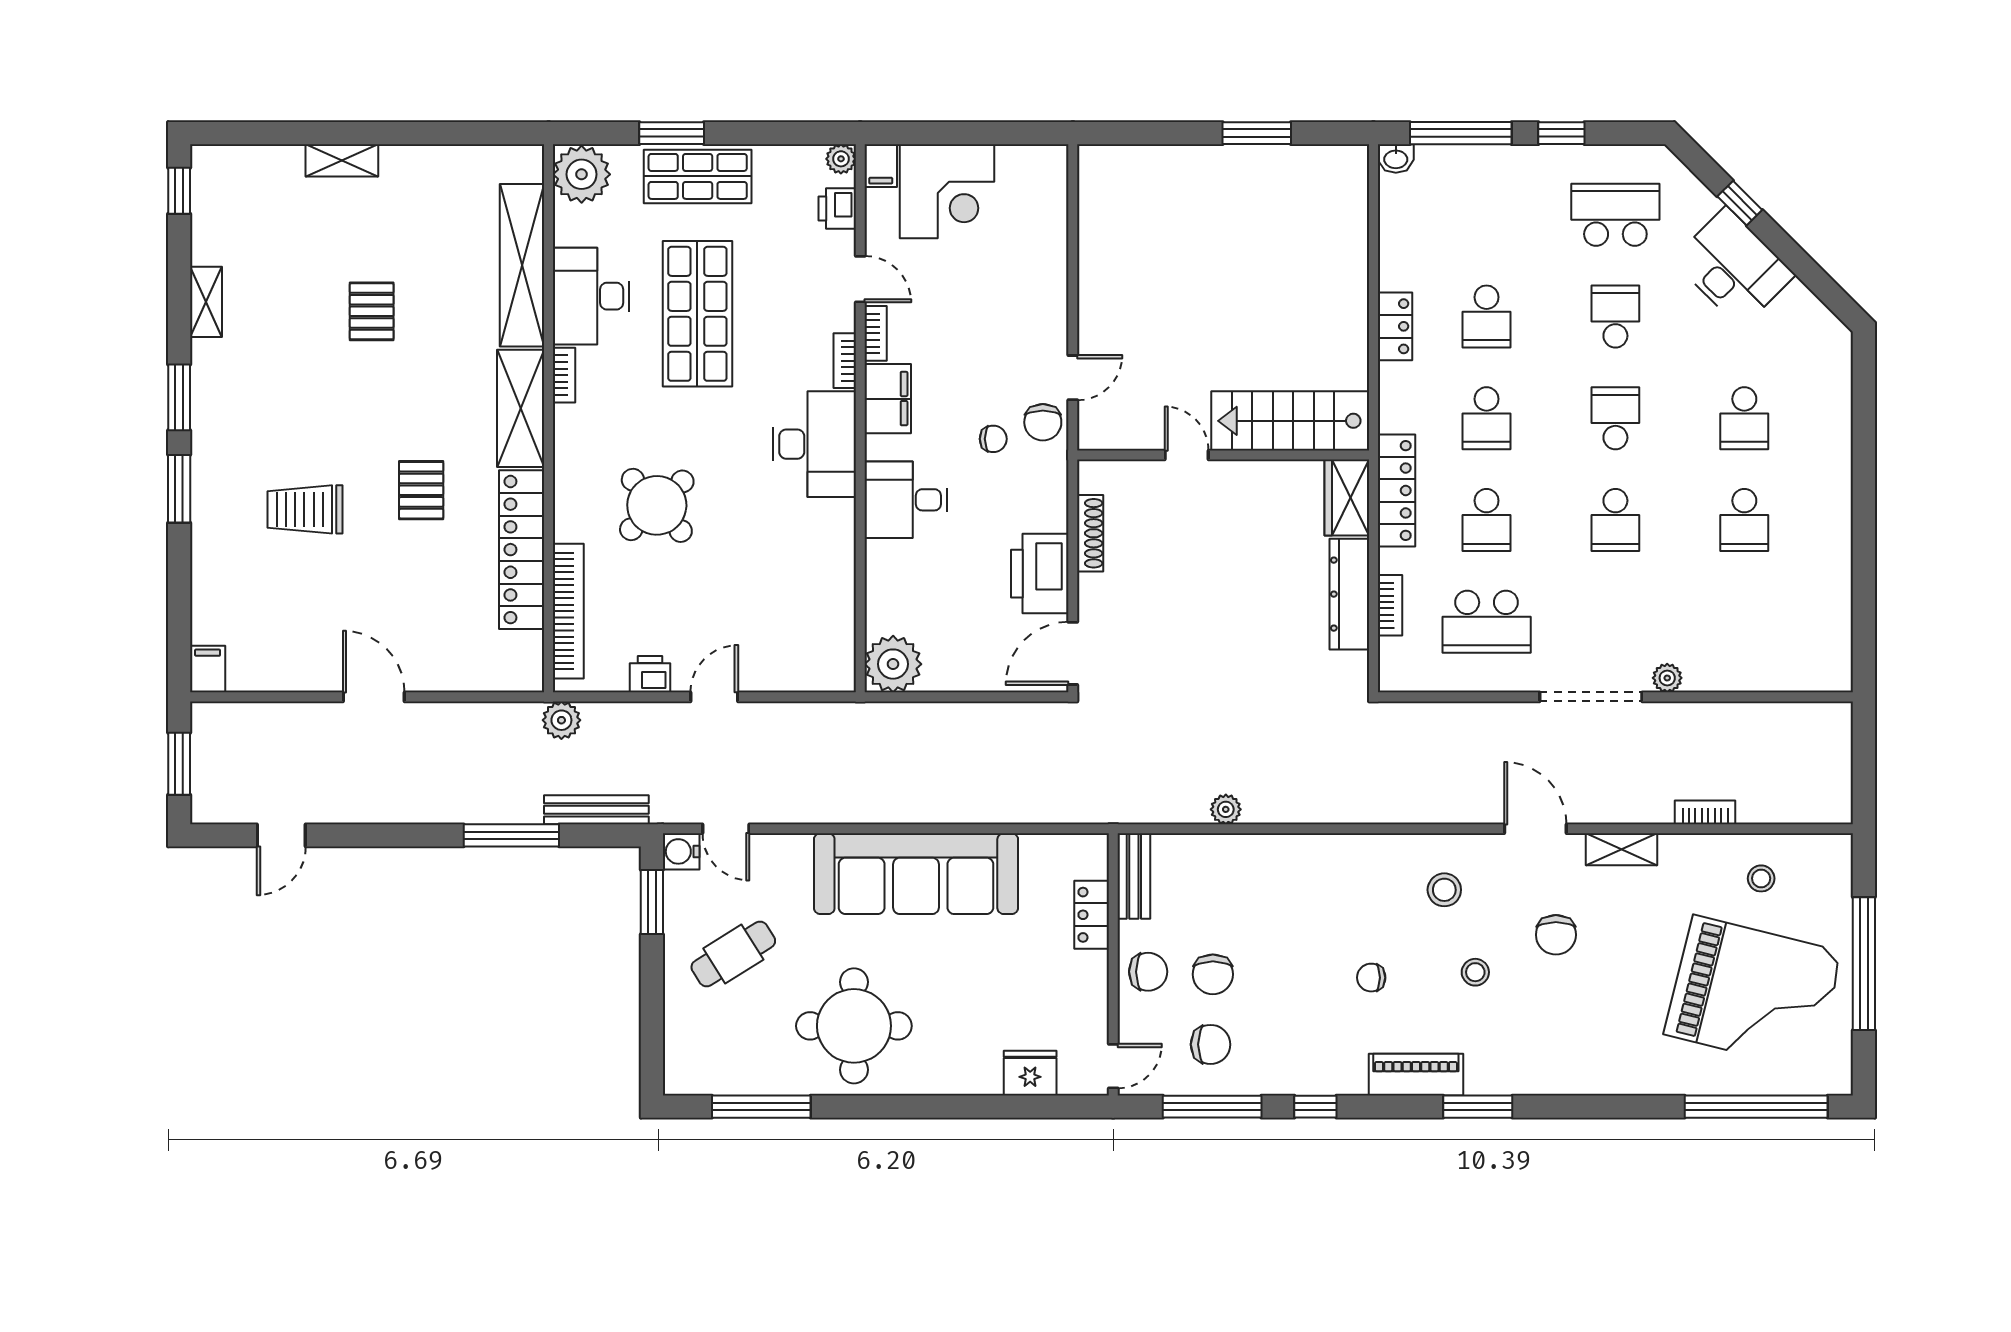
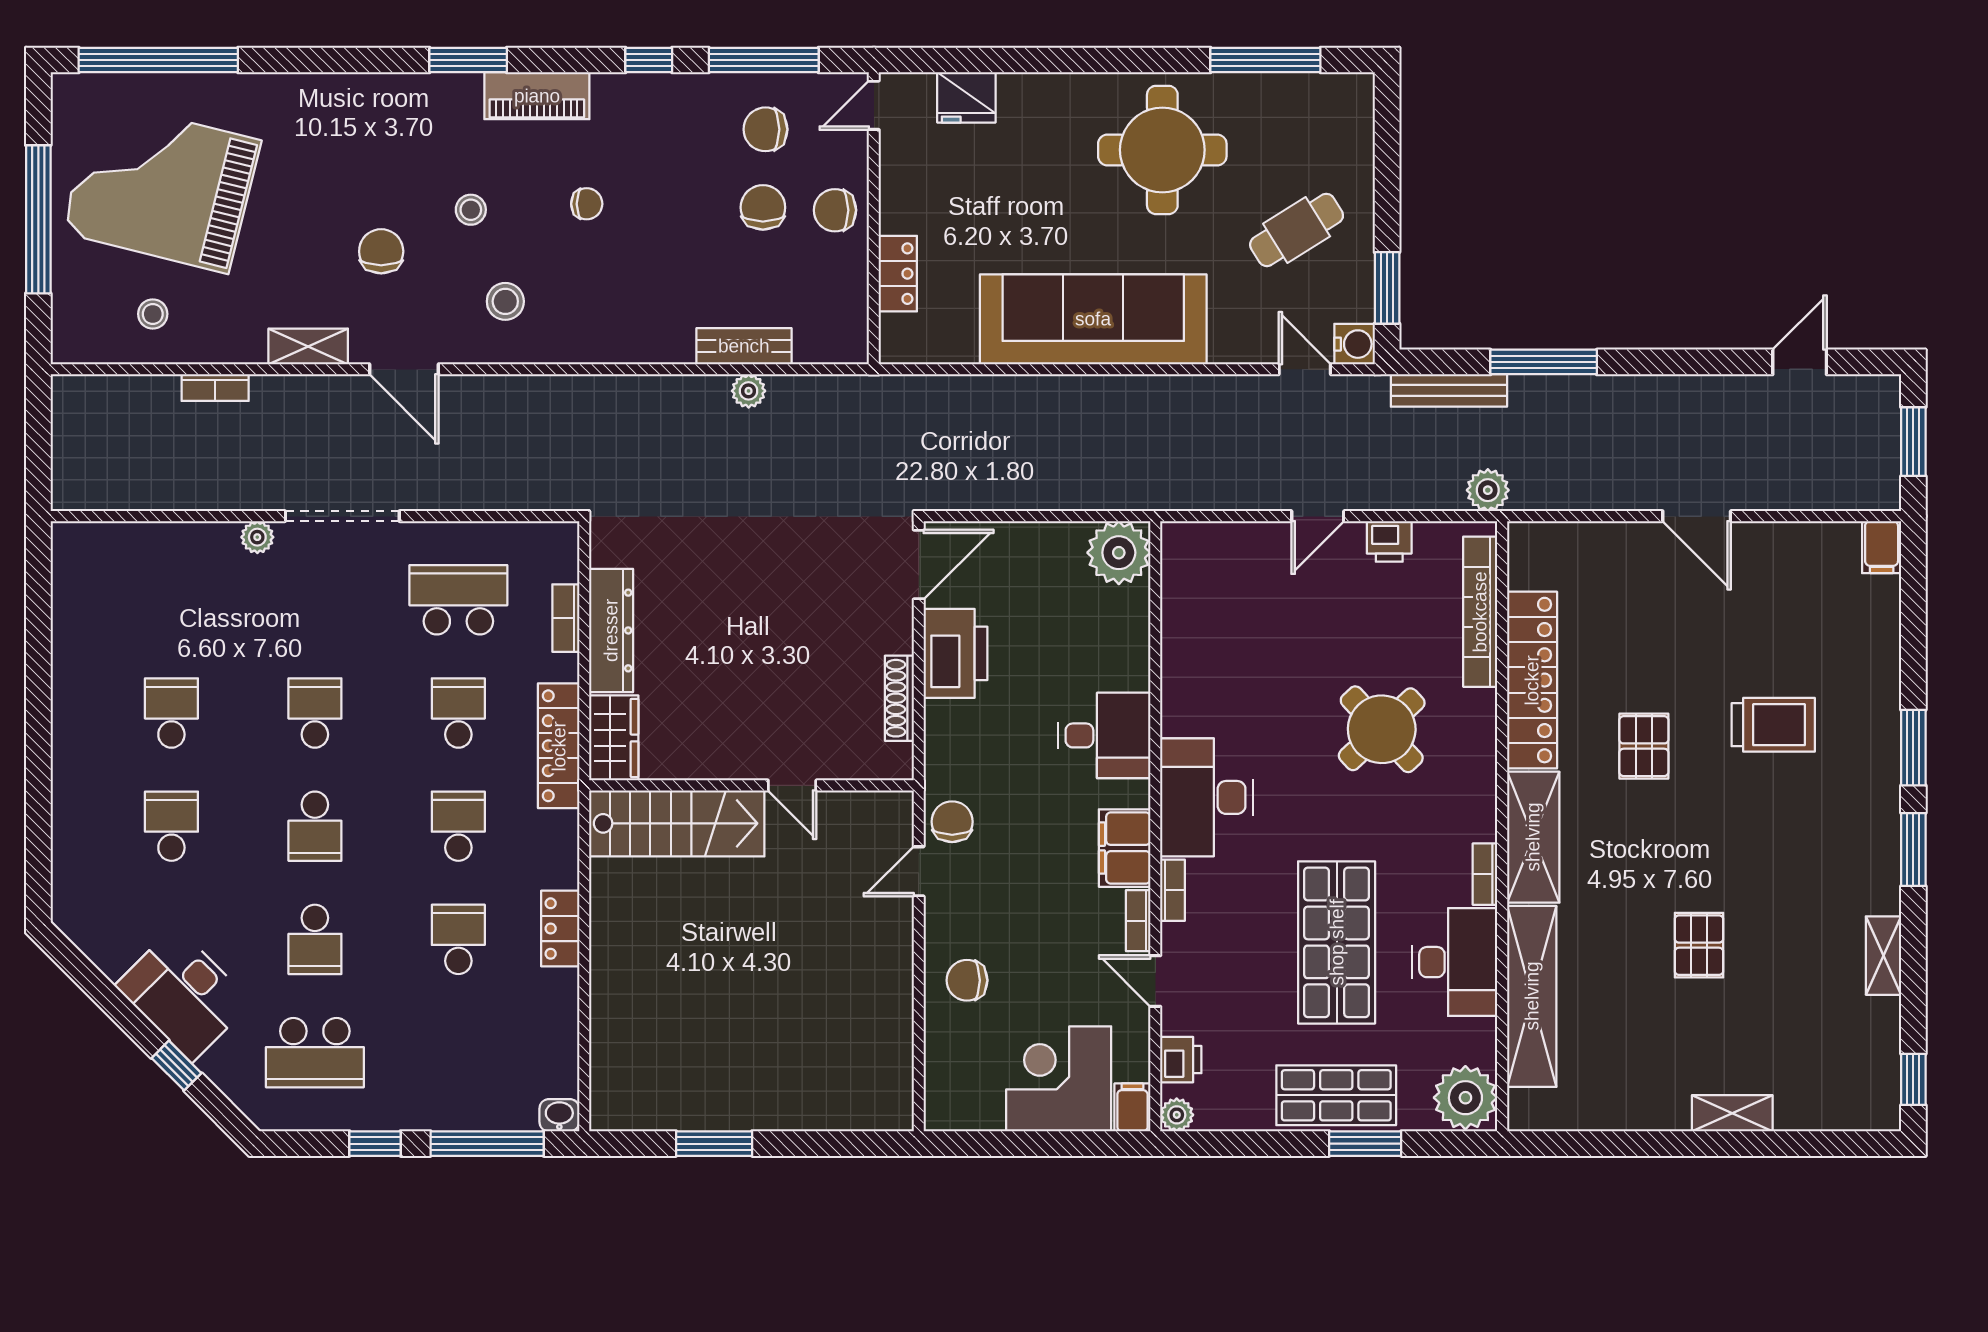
chair: (993, 439) -> (967, 980), moved, width x1.37, depth x1.37
bench: (1134, 876) -> (744, 346), moved, turned 90

